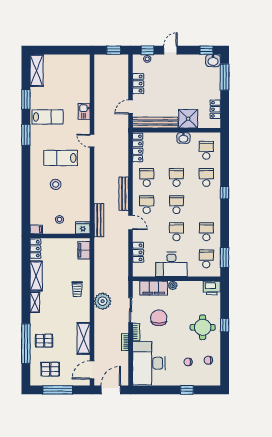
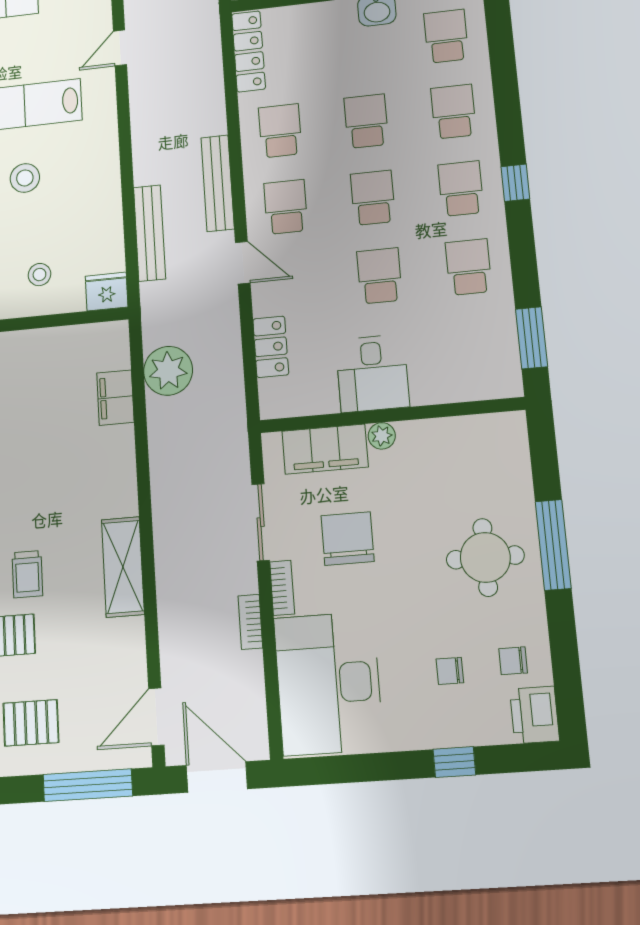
door: (92, 141) -> (120, 48), hinge flipped
window: (225, 193) -> (515, 183), moved
bench: (99, 220) -> (149, 233), moved
filing cabinet: (84, 250) -> (115, 398), moved
school desk: (206, 259) -> (461, 188), moved
desk: (171, 264) -> (372, 373), width x0.73
printer: (212, 288) -> (535, 715), moved, turned 90
trolley: (77, 289) -> (27, 574), moved
plant: (103, 301) -> (168, 371), moved
window: (225, 325) -> (553, 545), width x2.17
shelving: (84, 338) -> (123, 567), moved
window: (58, 390) -> (88, 785), moved
door: (111, 390) -> (217, 777), hinge flipped

